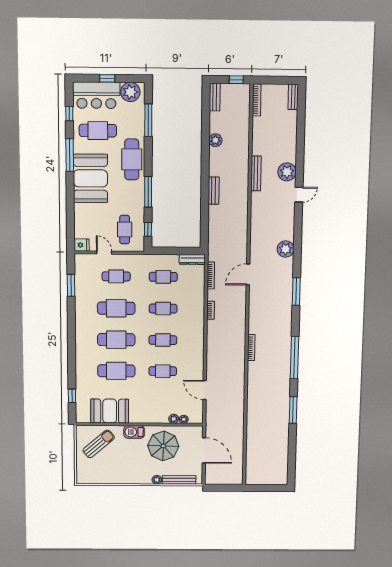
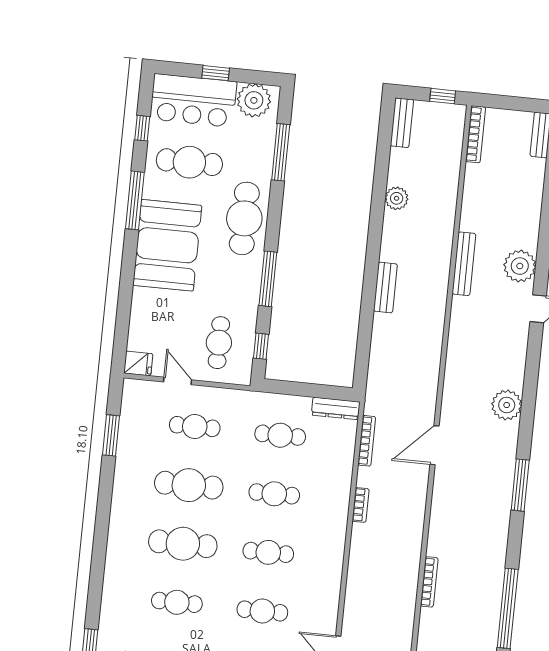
cafe table: (116, 371) -> (177, 602), width x0.73, depth x0.74

